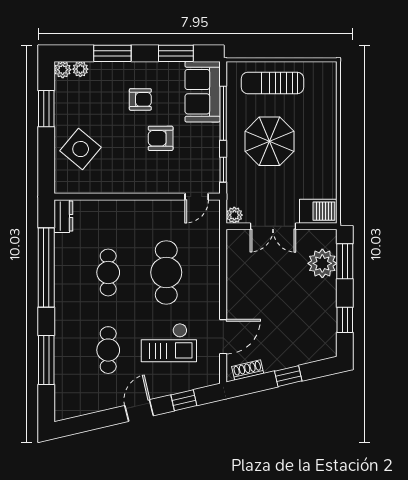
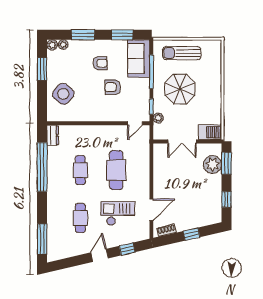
plant: (234, 215) -> (158, 118), moved
checkout: (169, 343) -> (118, 213), turned 180
window: (46, 360) -> (42, 239), moved

